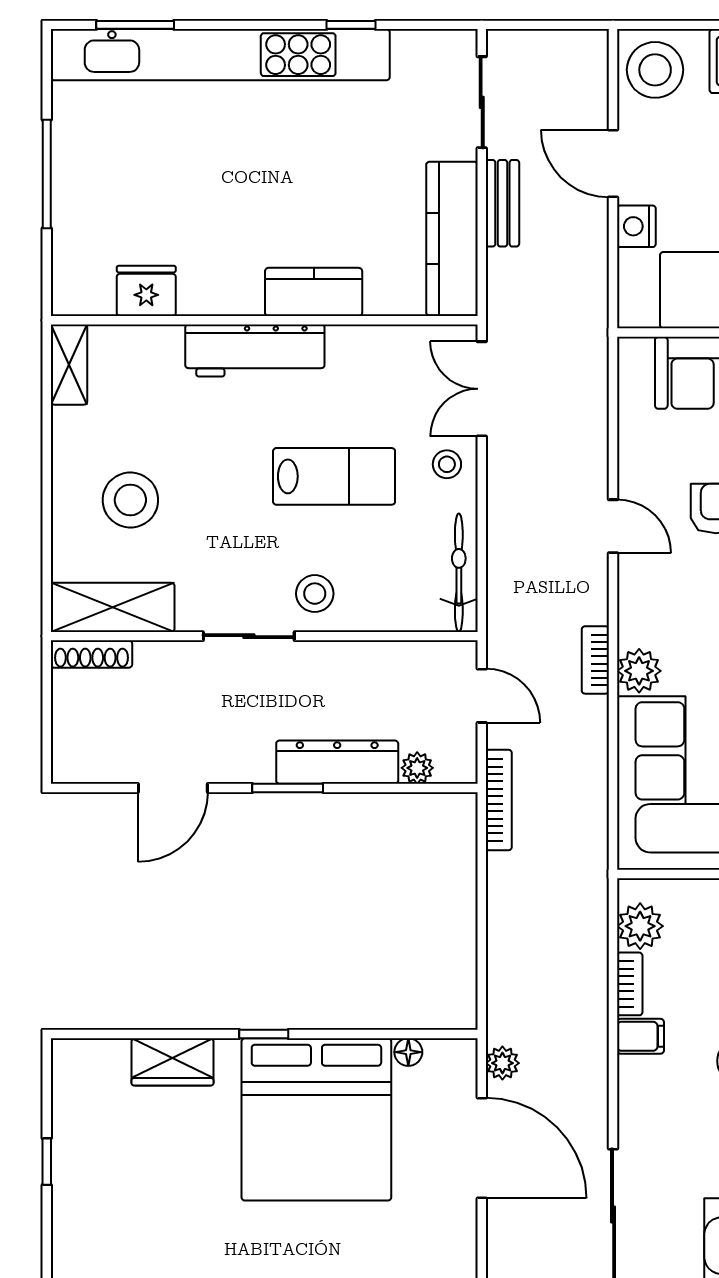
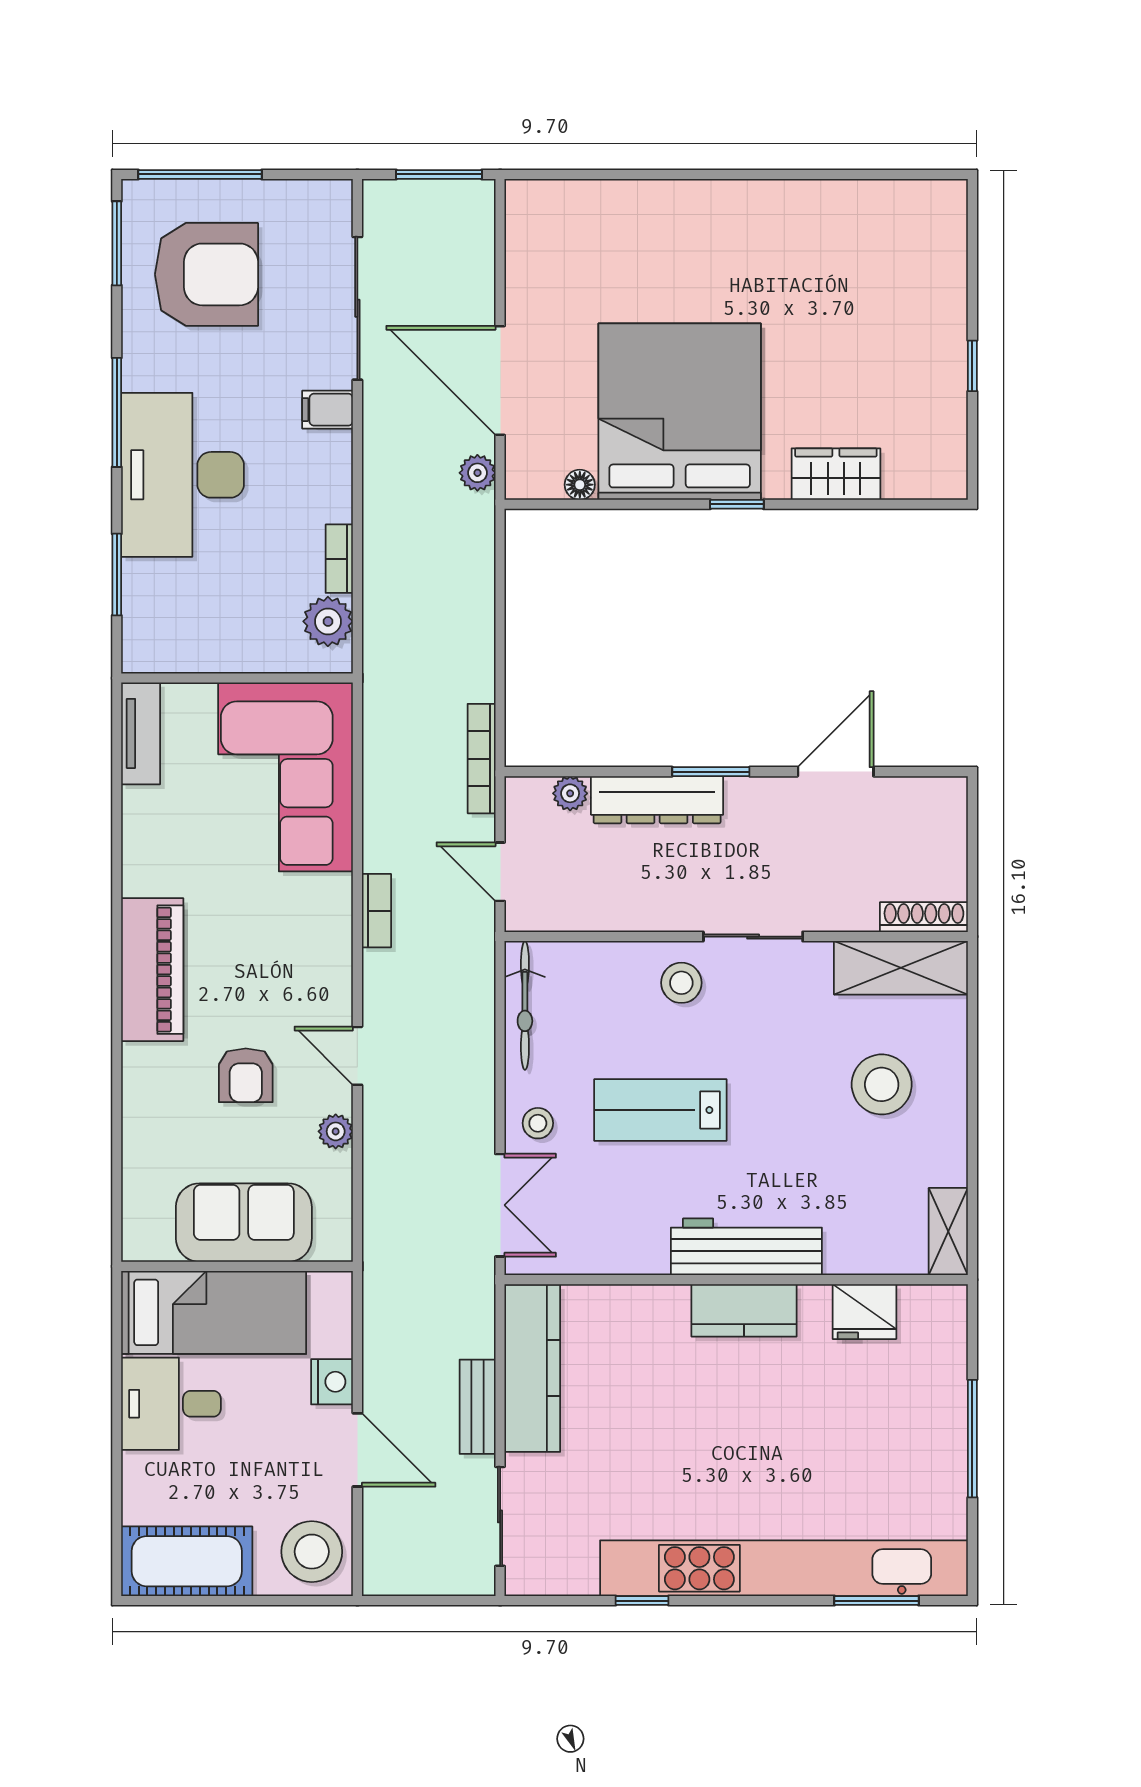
kitchen counter: (314, 292) -> (744, 1310), moved
plant: (639, 671) -> (336, 1131), moved, width x0.73, depth x0.73
filing cabinet: (640, 1036) -> (328, 410), moved

